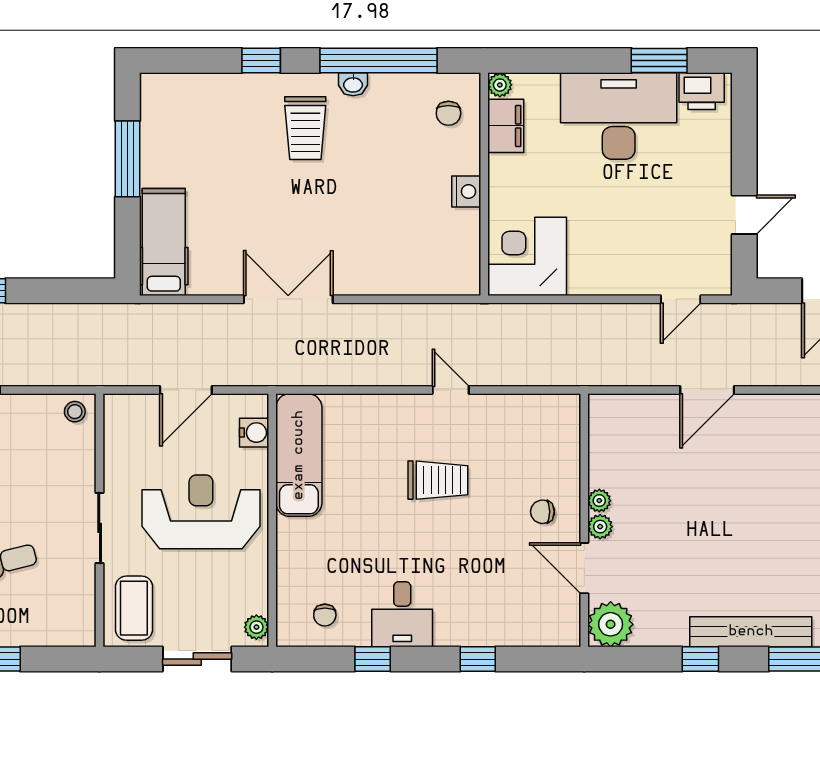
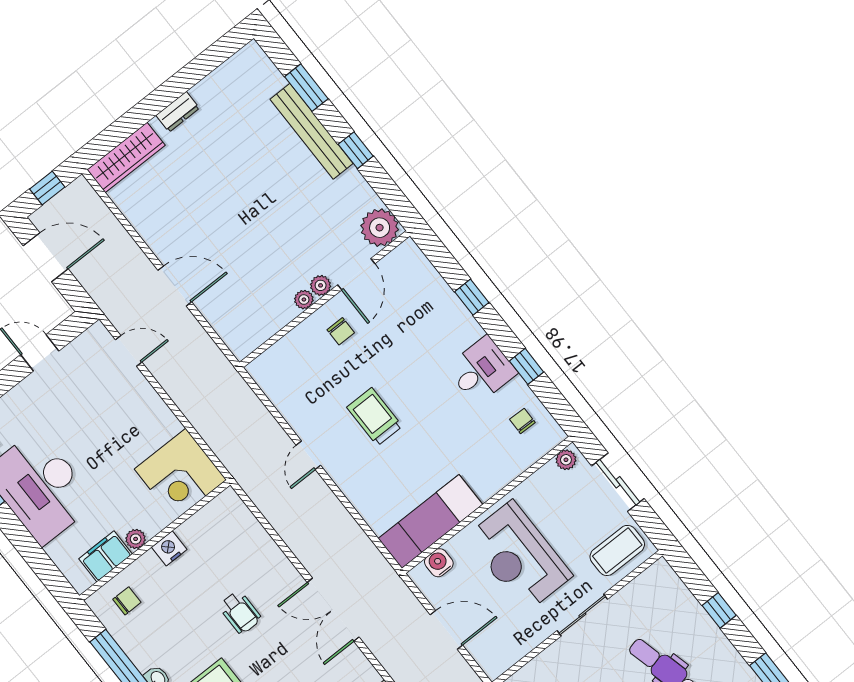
plant: (500, 85) -> (136, 539), moved
wheelchair: (354, 210) -> (240, 612), added
chair: (325, 615) -> (522, 421), turned -89

